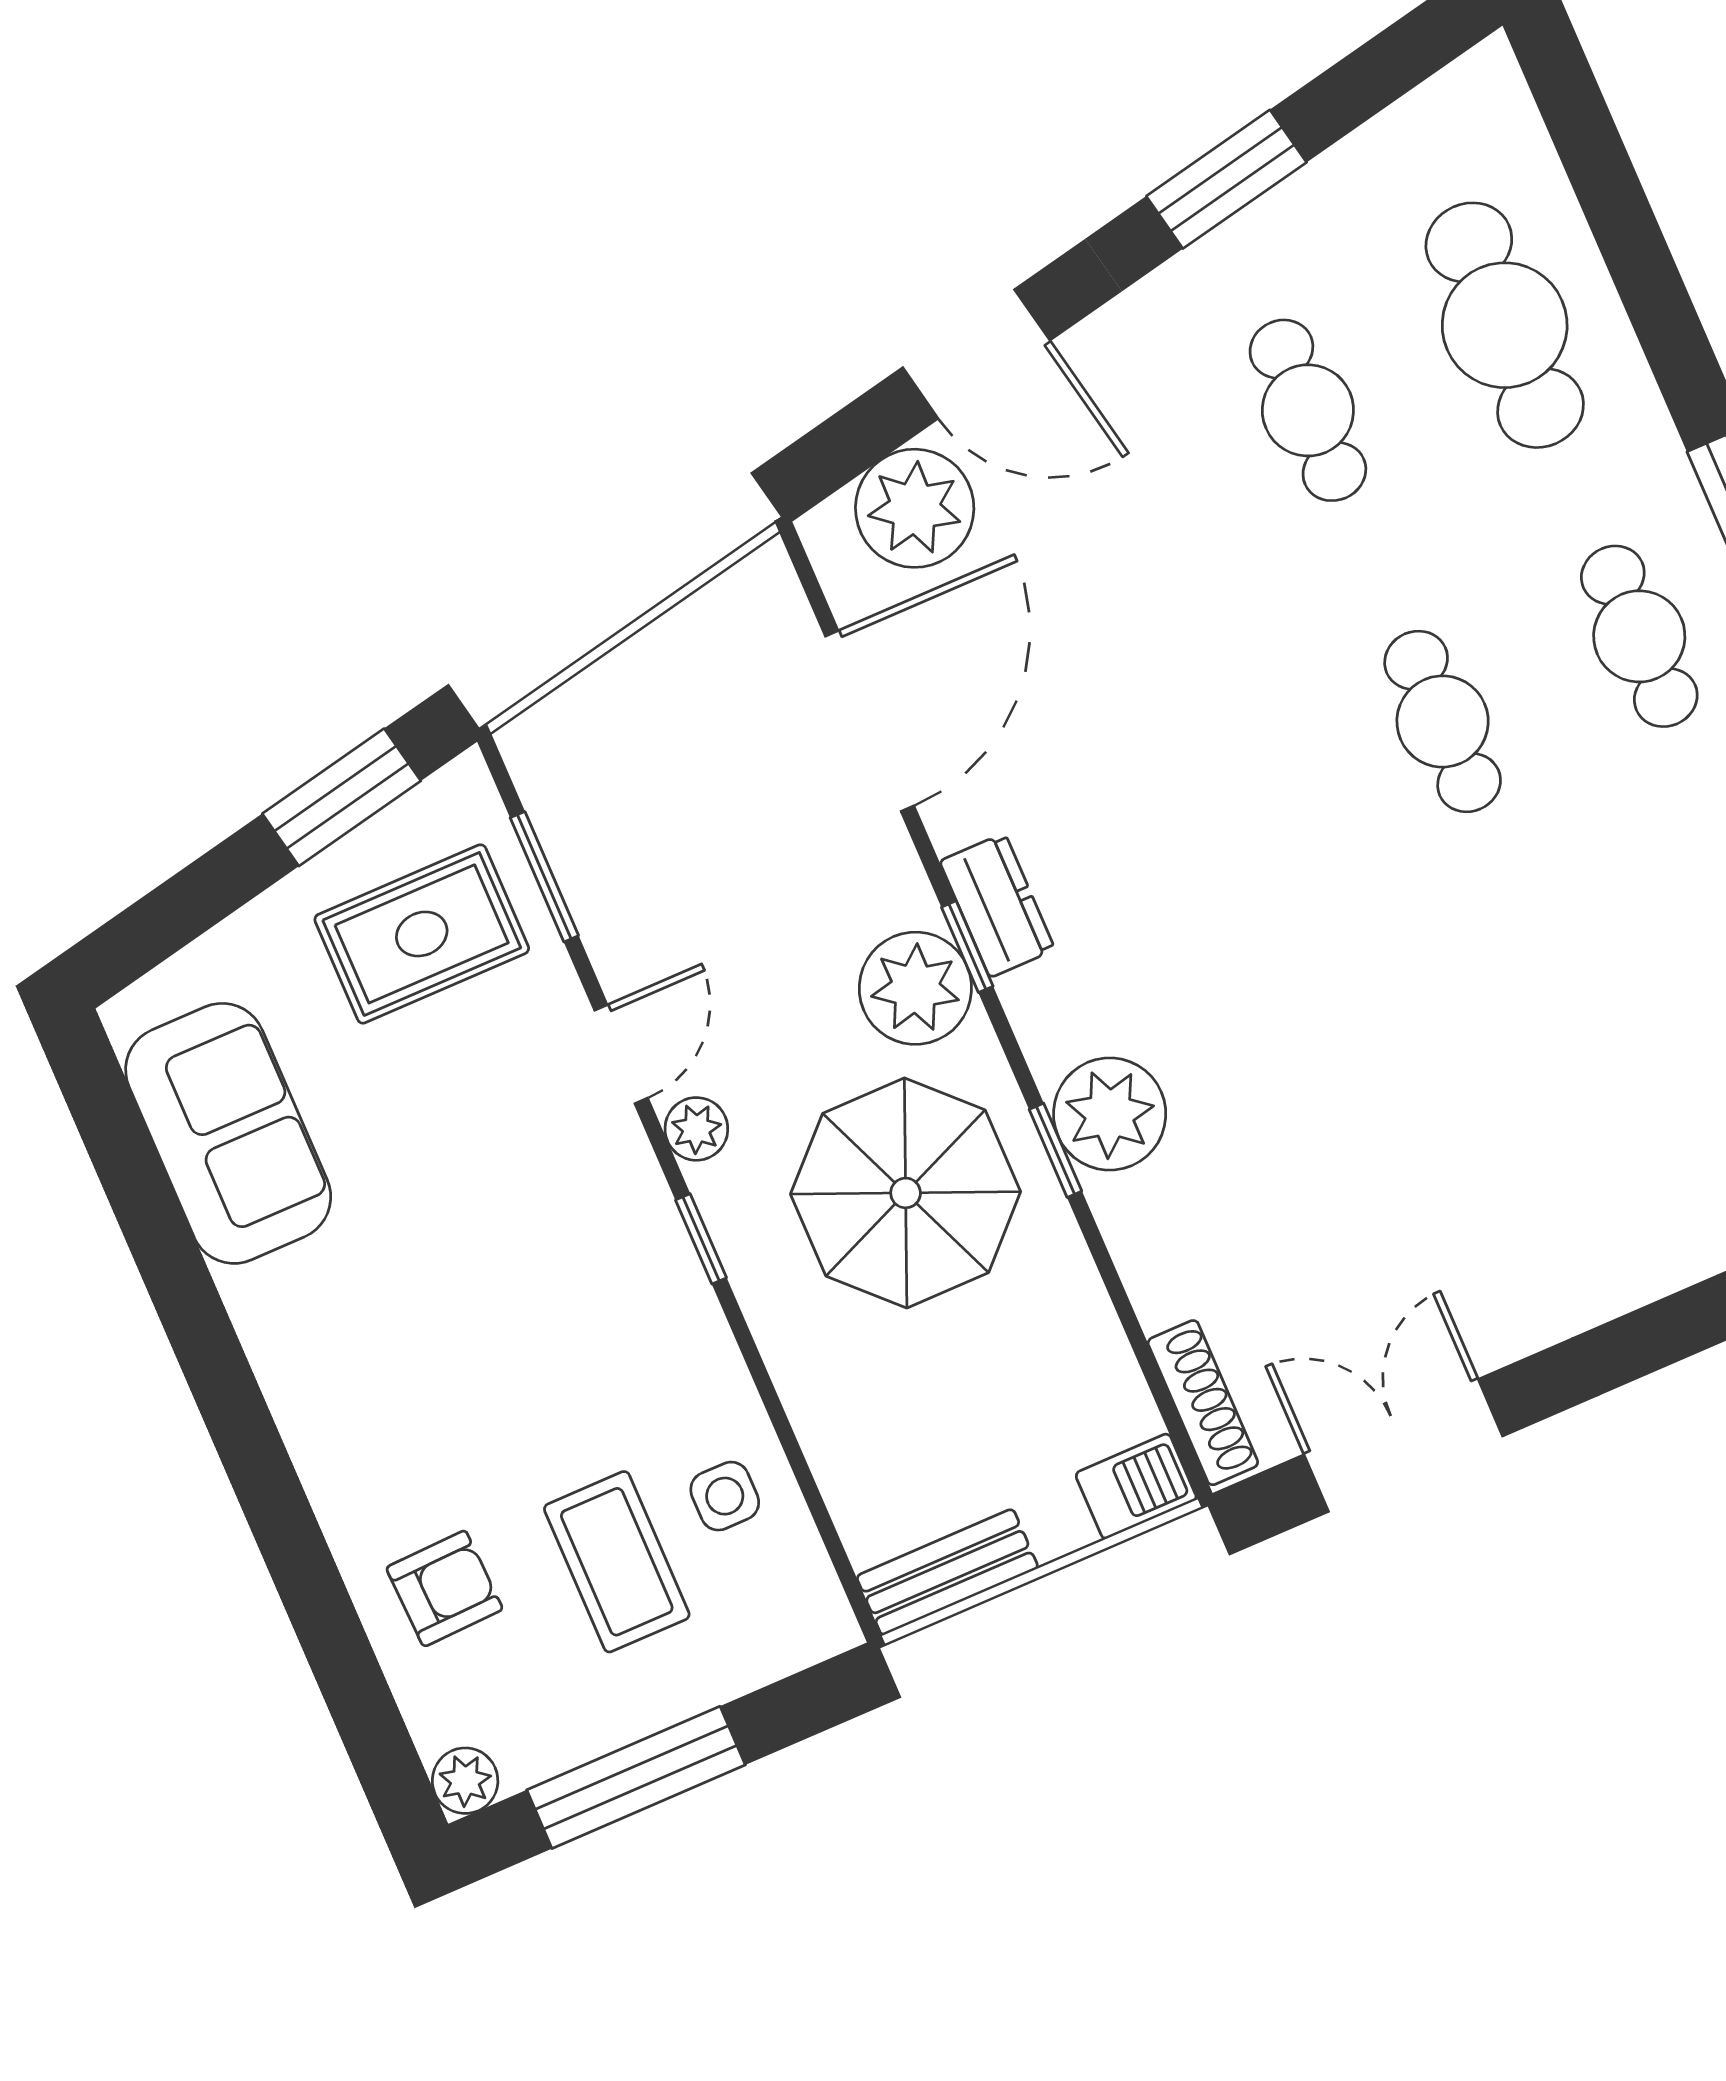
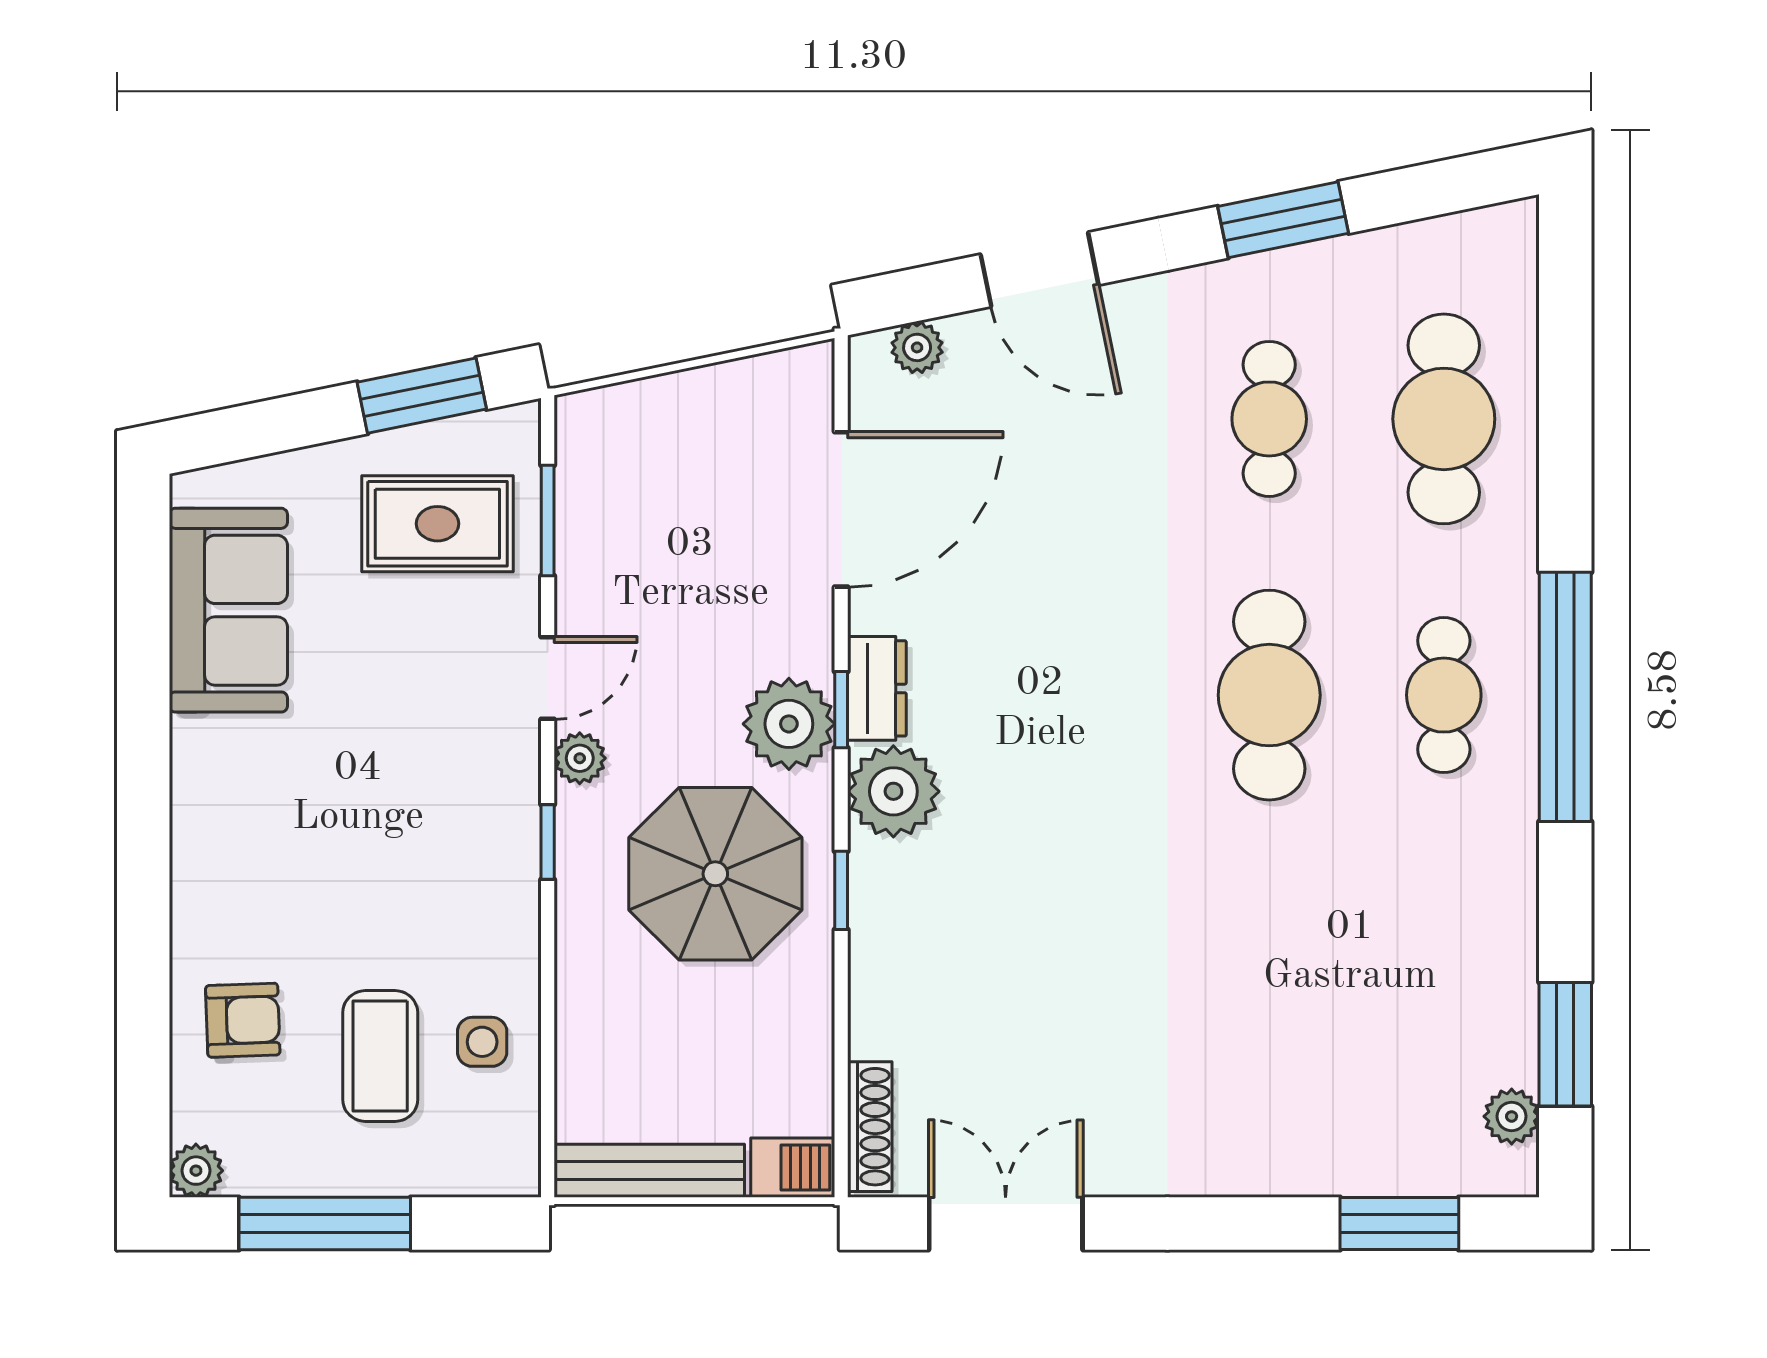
plant: (915, 508) -> (917, 347), width x0.53, depth x0.53
cafe table: (1443, 721) -> (1269, 695), width x1.37, depth x1.35
plant: (1110, 1114) -> (893, 791), moved
bench: (947, 1572) -> (649, 1171), width x1.36

